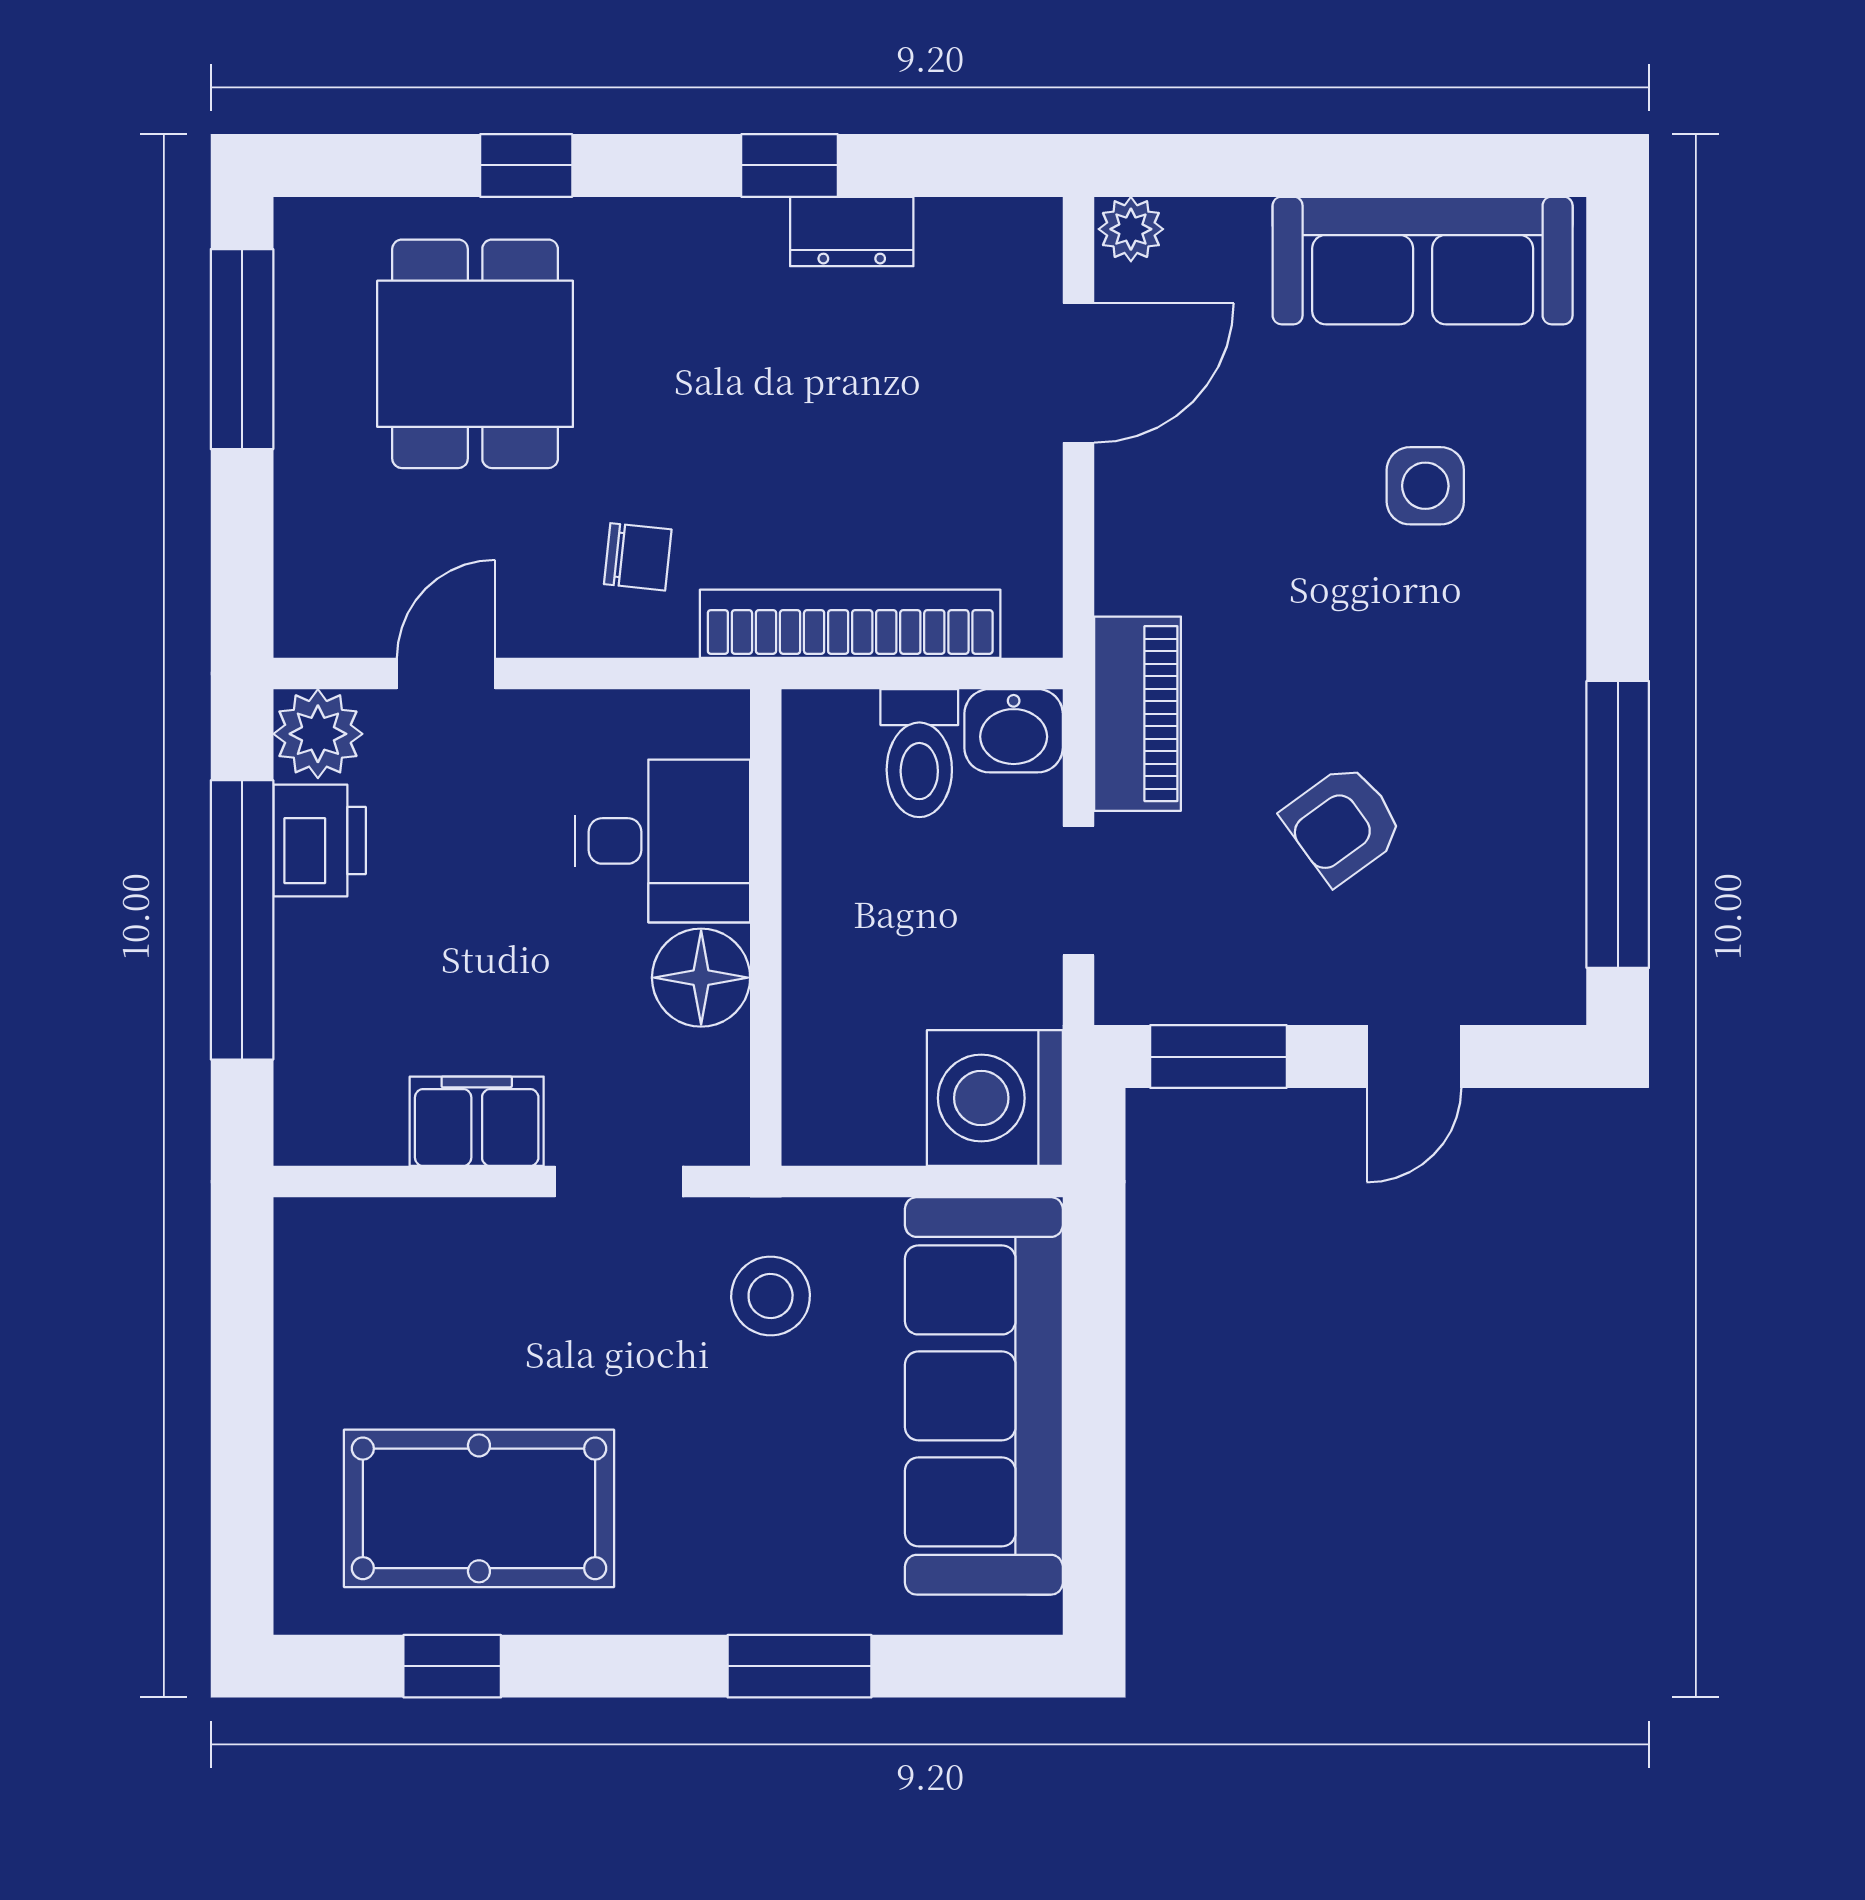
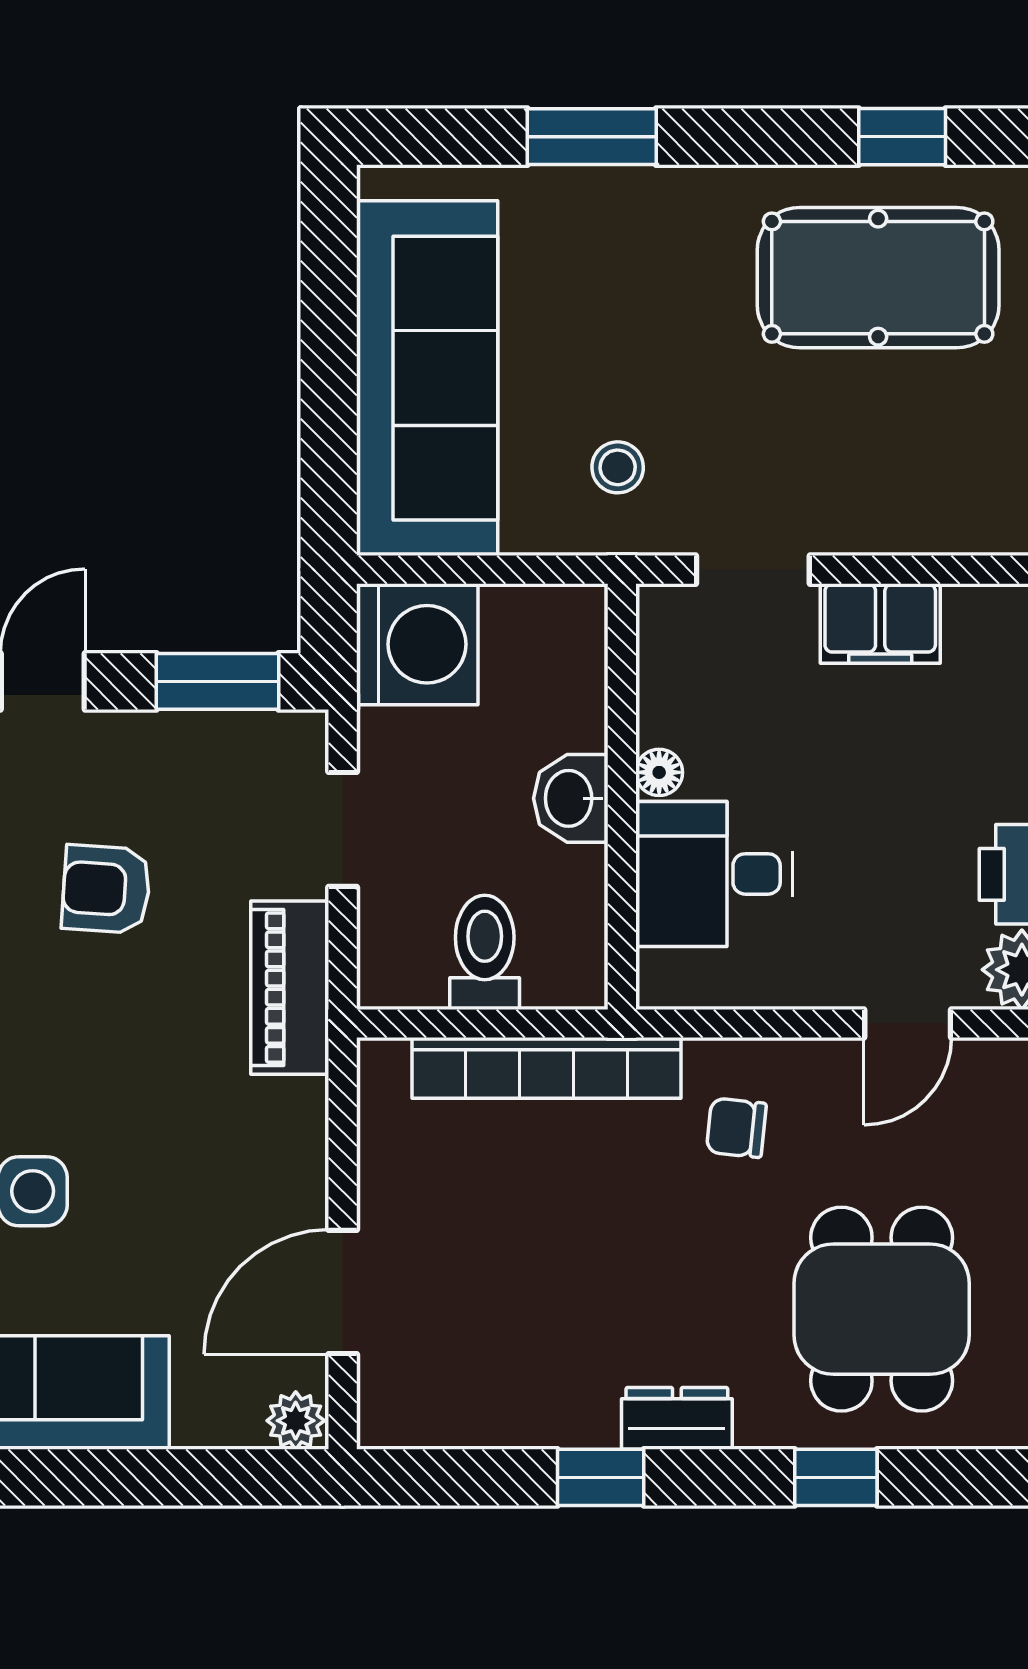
dresser: (852, 231) -> (677, 1418), moved
washbasin: (1014, 731) -> (571, 798), moved, turned -90
armchair: (1343, 824) -> (106, 889), turned -140
floor lamp: (701, 978) -> (659, 772), width x0.53, depth x0.53
stool: (771, 1296) -> (618, 467), width x0.73, depth x0.73

